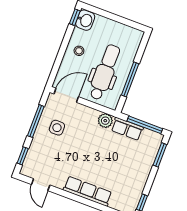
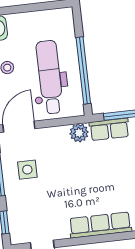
window: (130, 79) -> (83, 70), width x1.46

